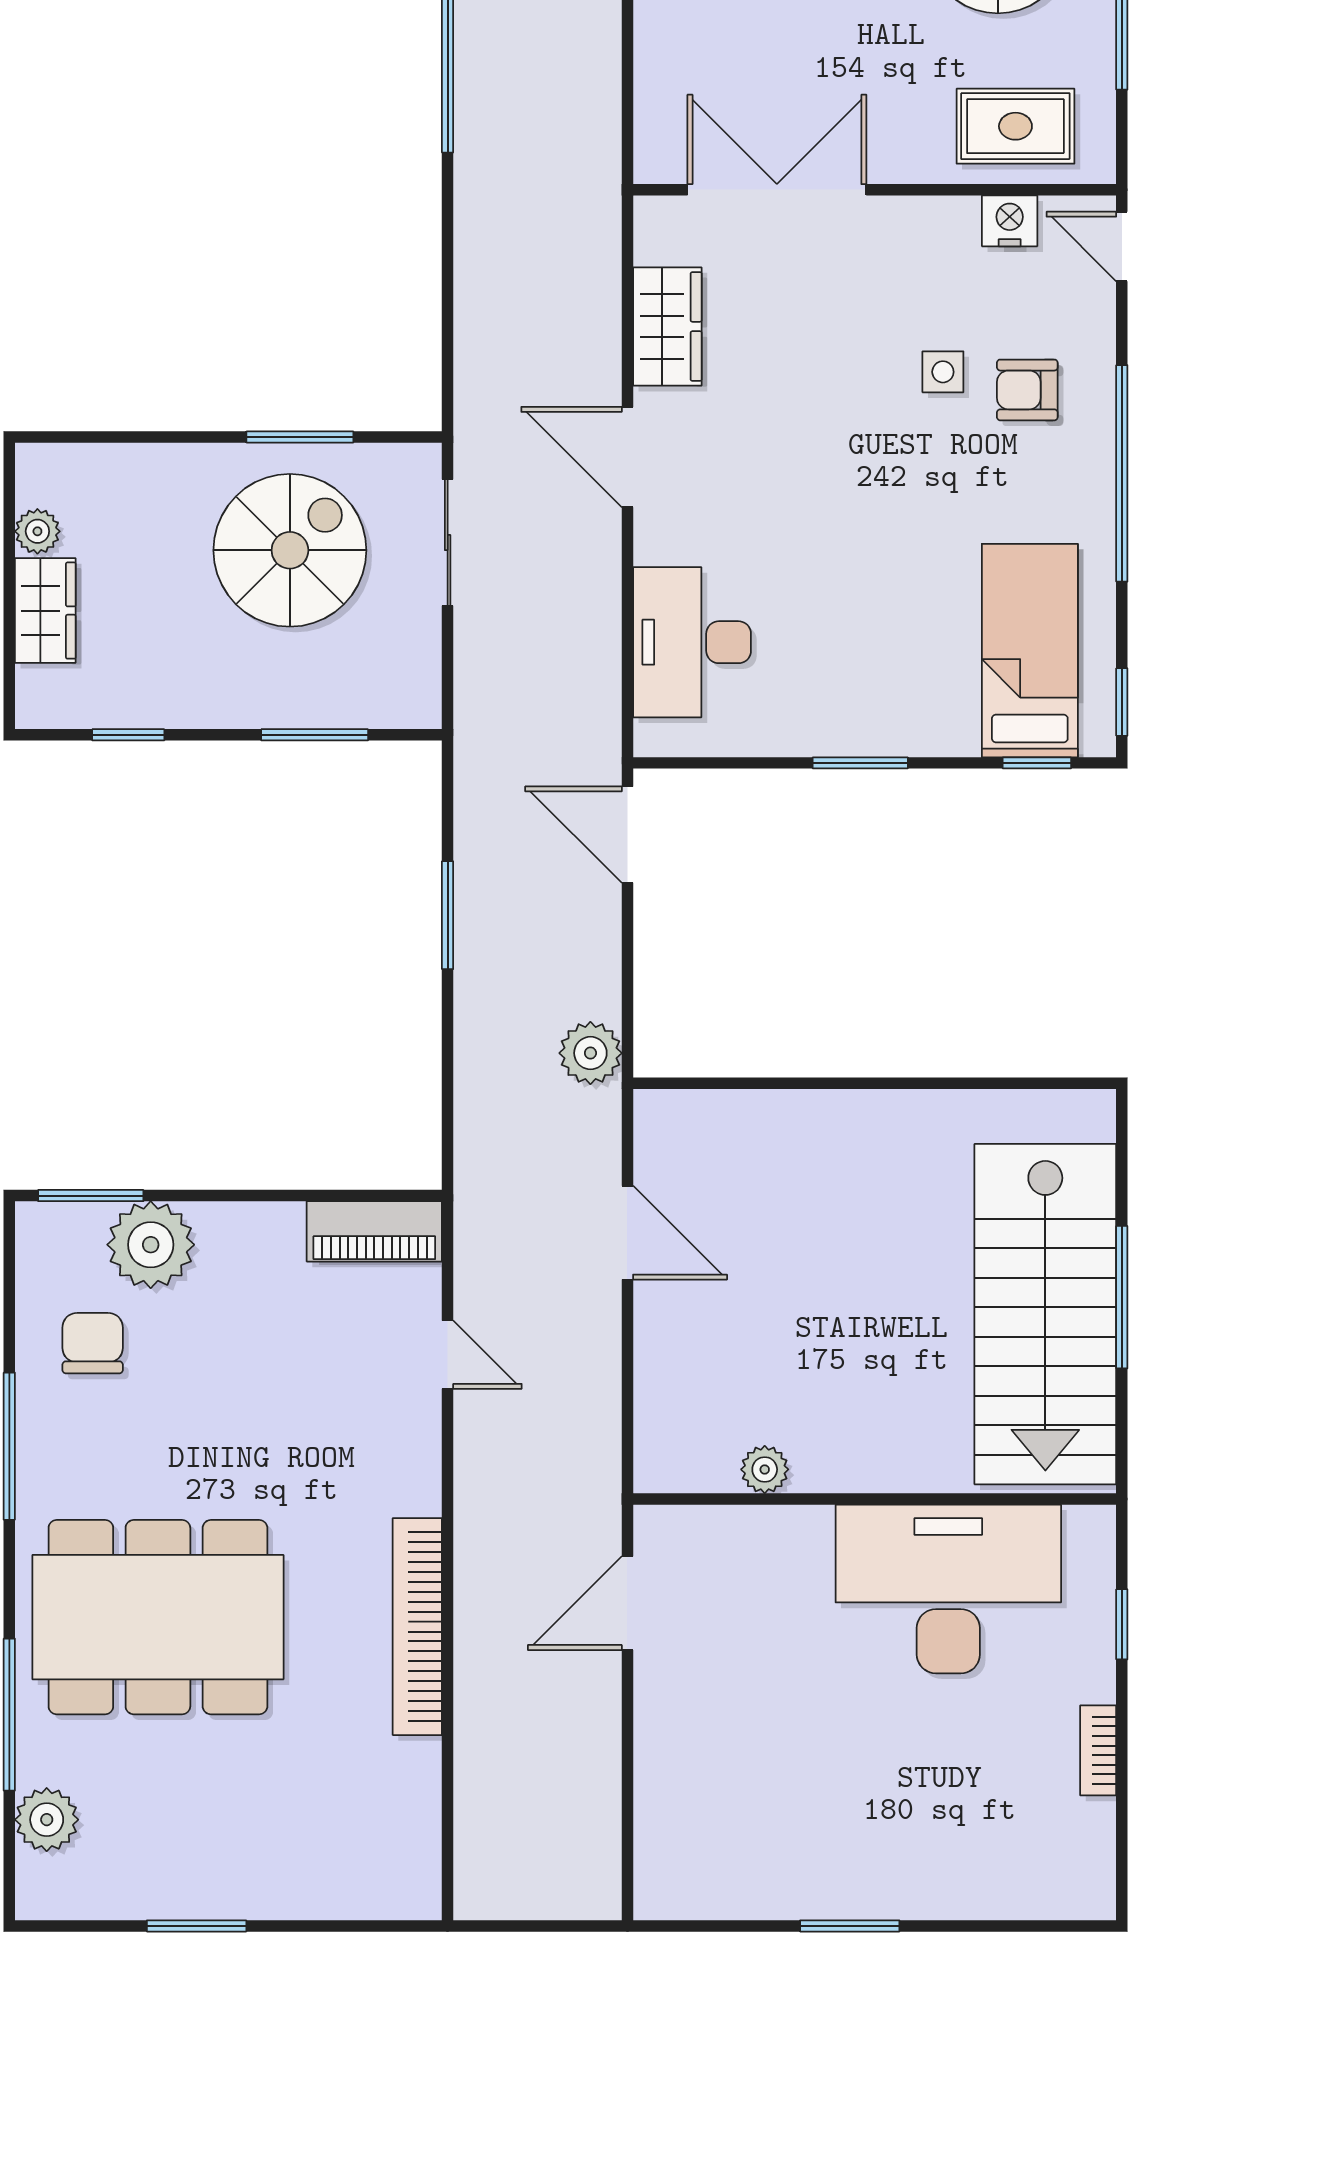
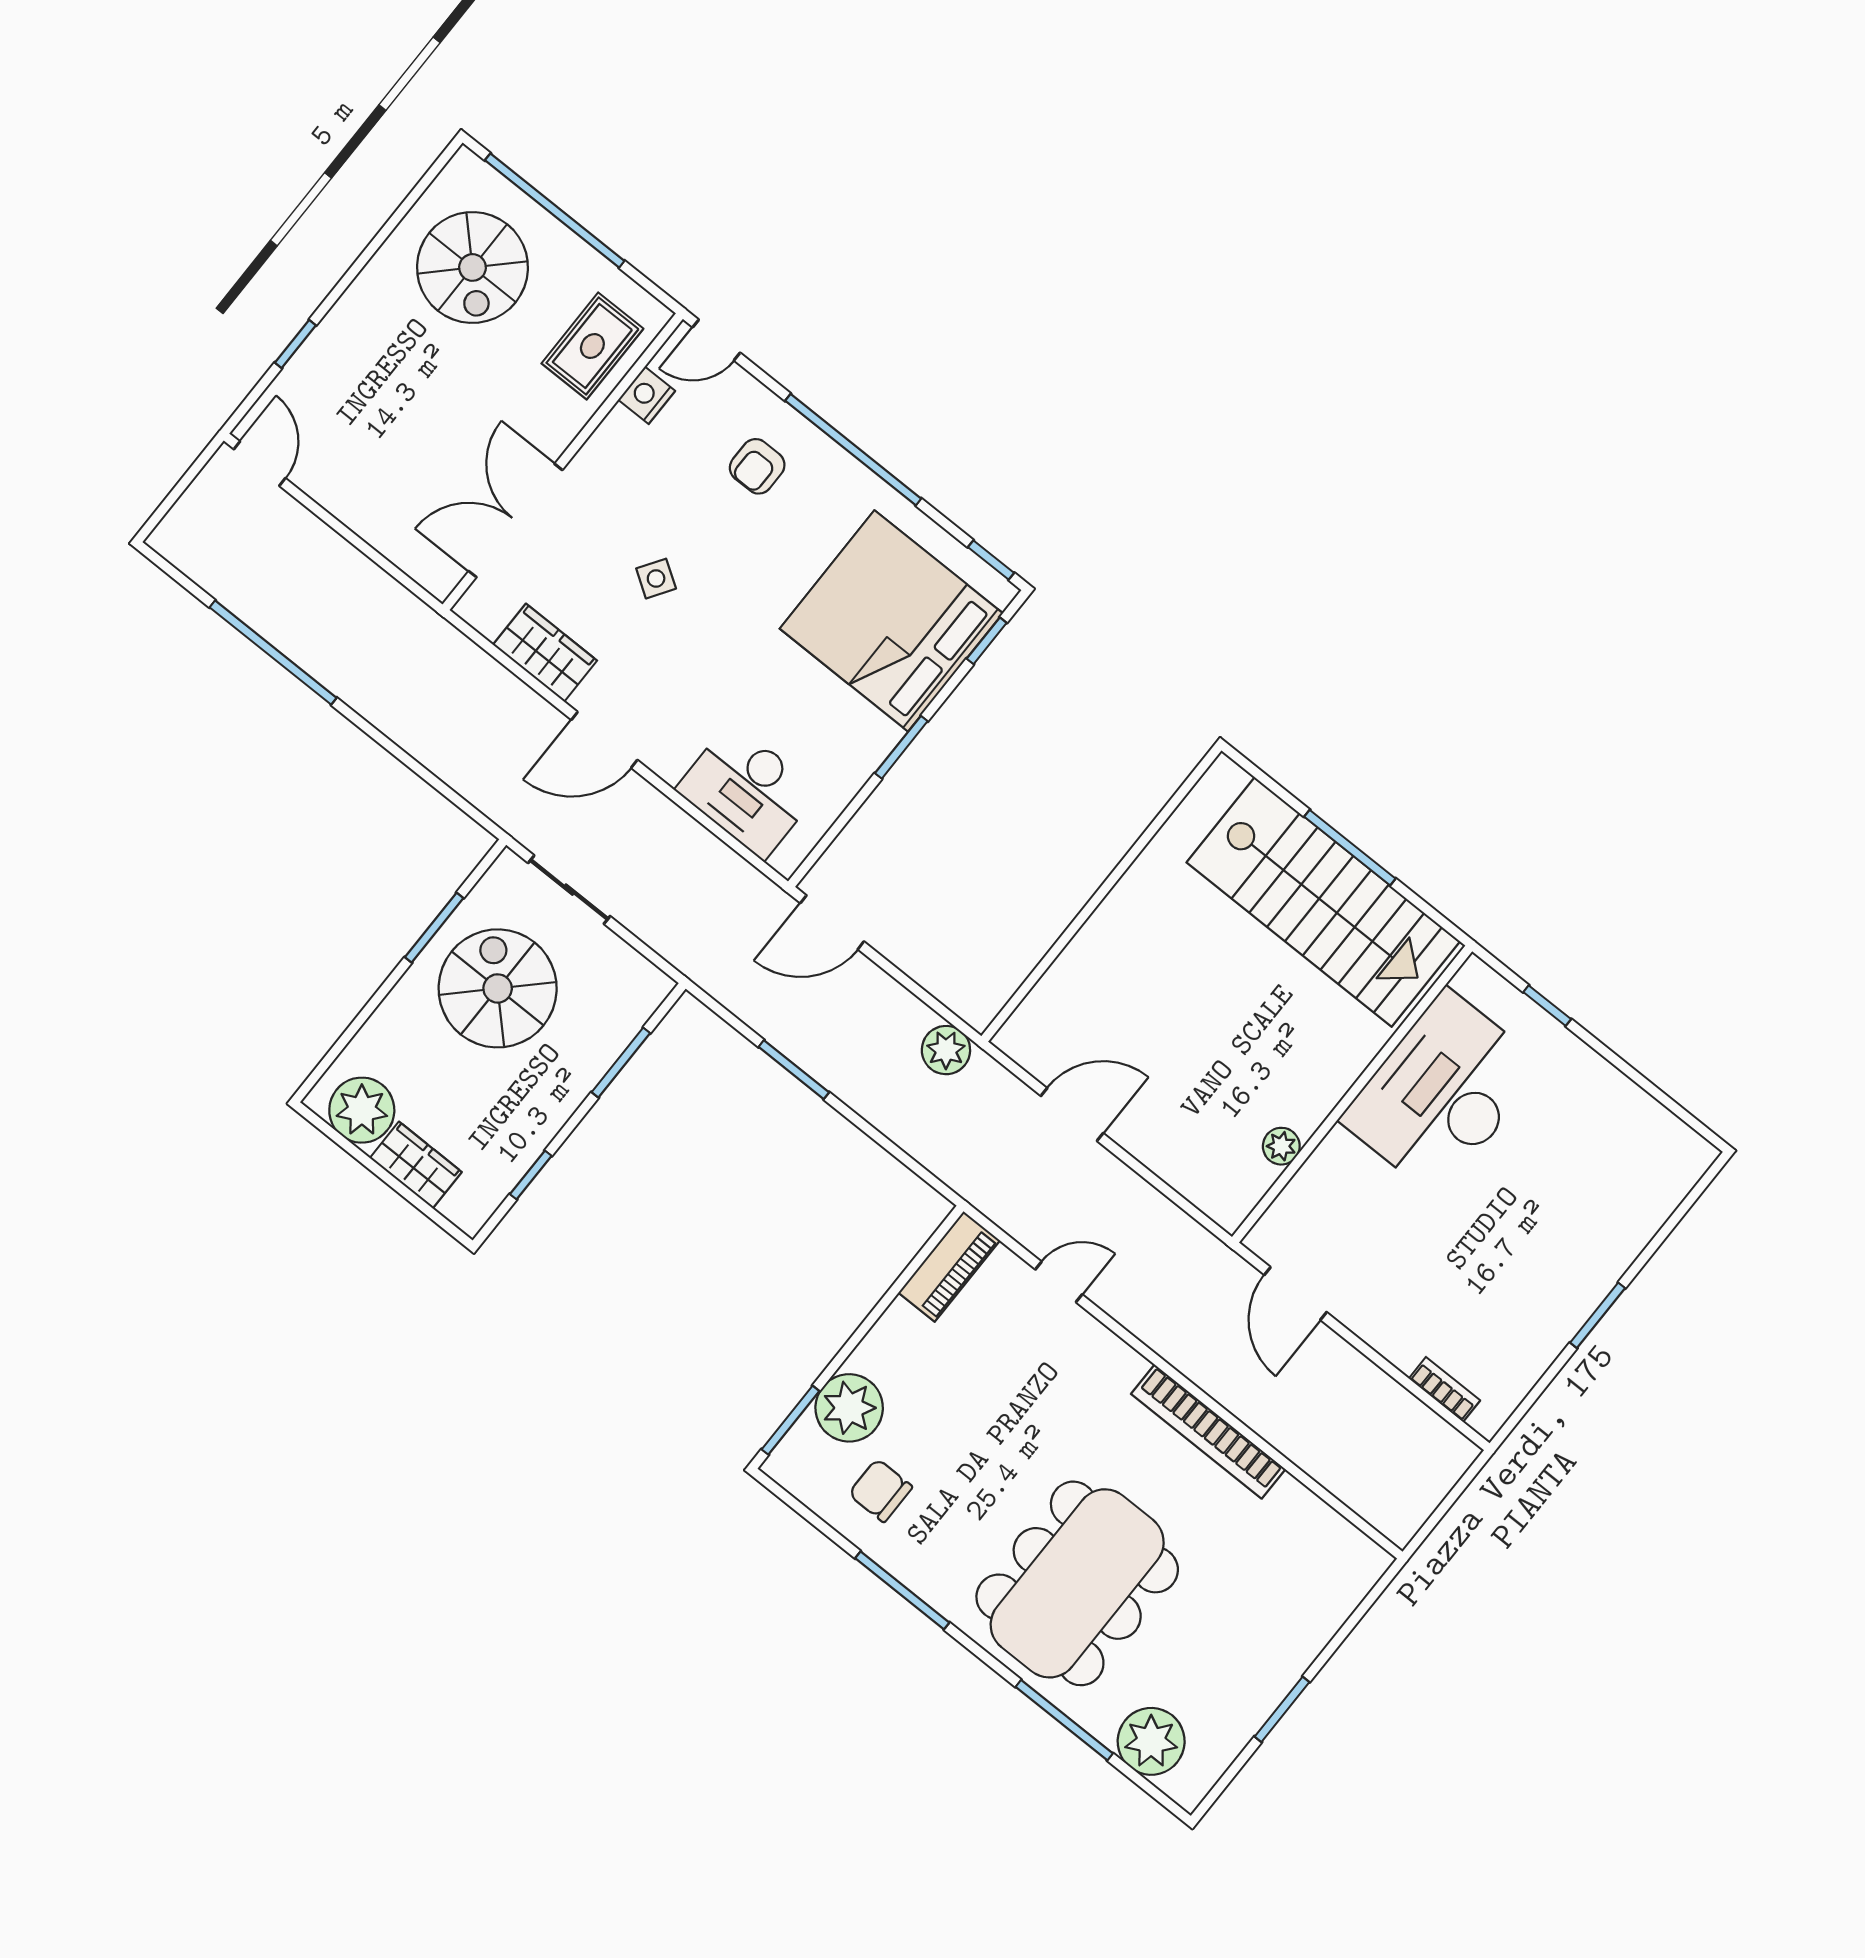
side table: (943, 372) -> (656, 579), moved, turned 33
plant: (37, 531) -> (362, 1110), width x1.88, depth x1.88
bed: (1030, 651) -> (891, 621), width x2.04
bookcase: (1098, 1750) -> (1444, 1389), moved, turned 180
plant: (47, 1820) -> (1151, 1741), width x1.36, depth x1.36

